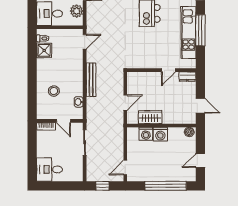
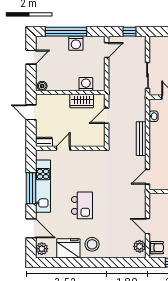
plant: (77, 11) -> (156, 208), removed
washing machine: (160, 134) -> (76, 43), moved, turned 180

